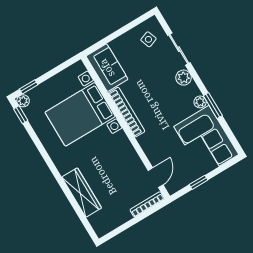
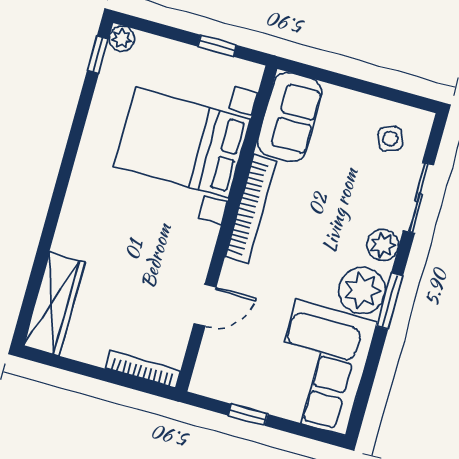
window: (29, 87) -> (217, 46), moved
plant: (200, 102) -> (362, 291), width x1.88, depth x1.88
window: (213, 106) -> (390, 301), moved
door: (156, 178) -> (205, 305), moved
wardrobe: (82, 193) -> (54, 304), moved

